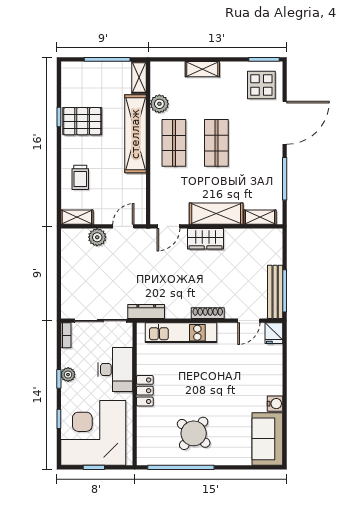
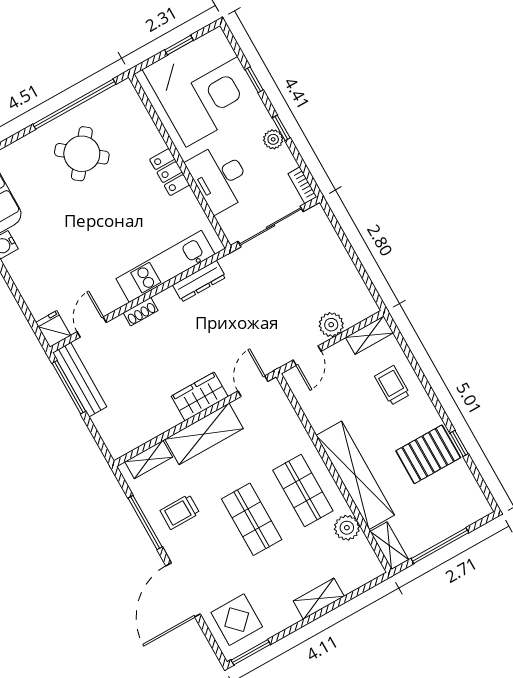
trolley: (259, 173) -> (180, 512), added
dresser: (146, 312) -> (199, 281), moved
shoe rack: (208, 313) -> (141, 312), width x0.70

